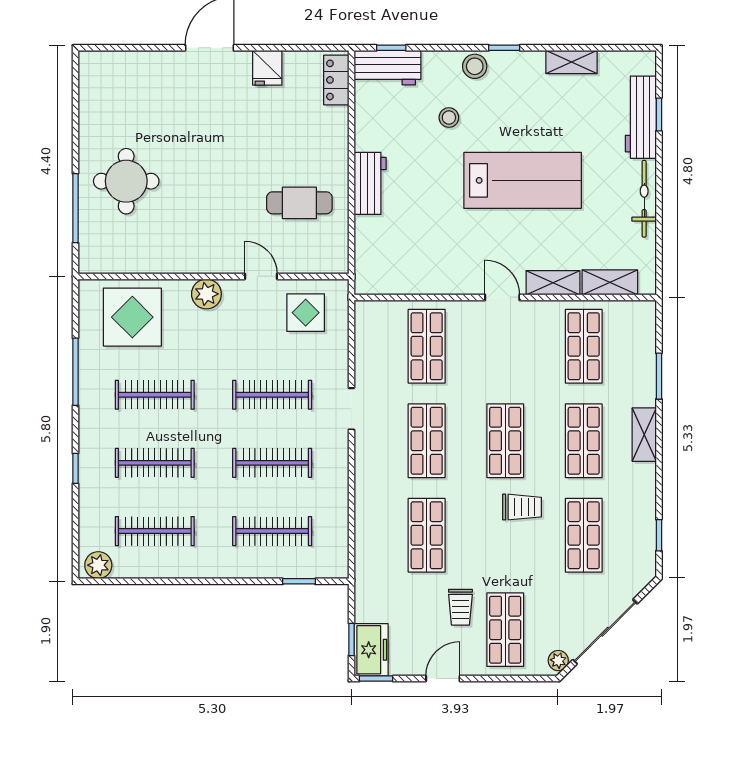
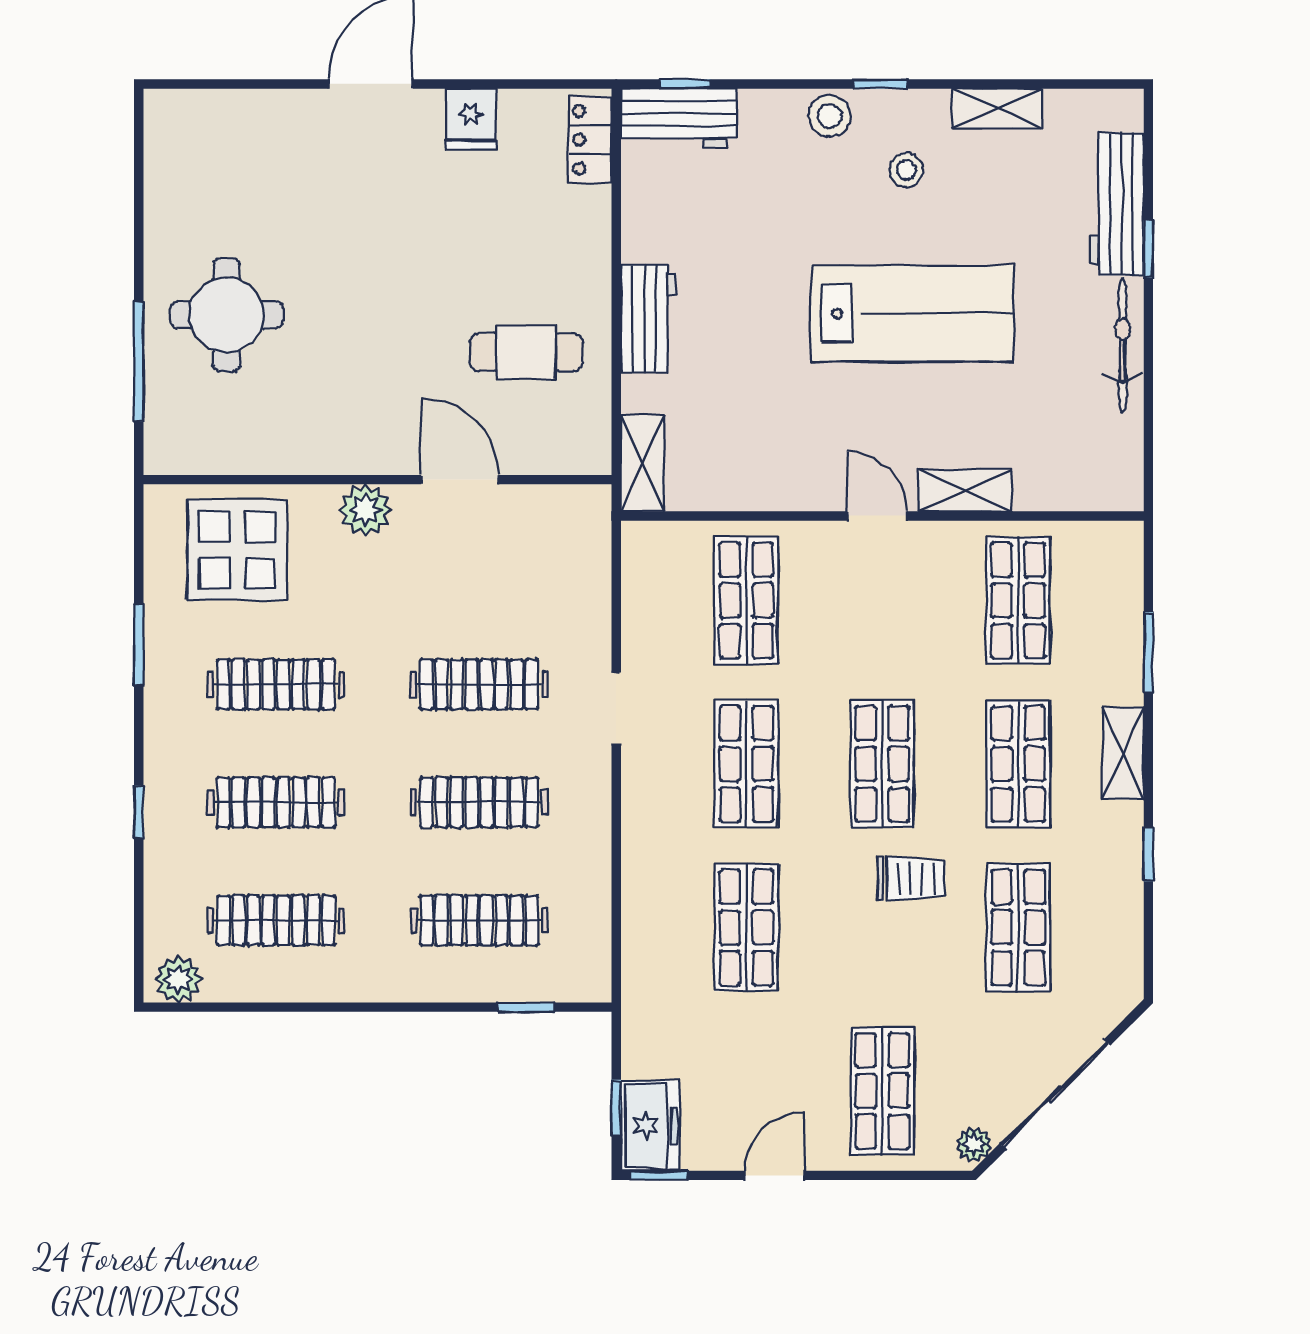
window: (659, 115) -> (1148, 249), moved
stool: (449, 118) -> (906, 170), moved
door: (261, 276) -> (460, 480), width x1.38
shelving: (610, 282) -> (642, 463), moved, turned 90
display table: (306, 313) -> (537, 542), removed
window: (75, 372) -> (139, 645), width x0.69
window: (659, 535) -> (1148, 854), moved
trolley: (460, 607) -> (805, 1052), removed

